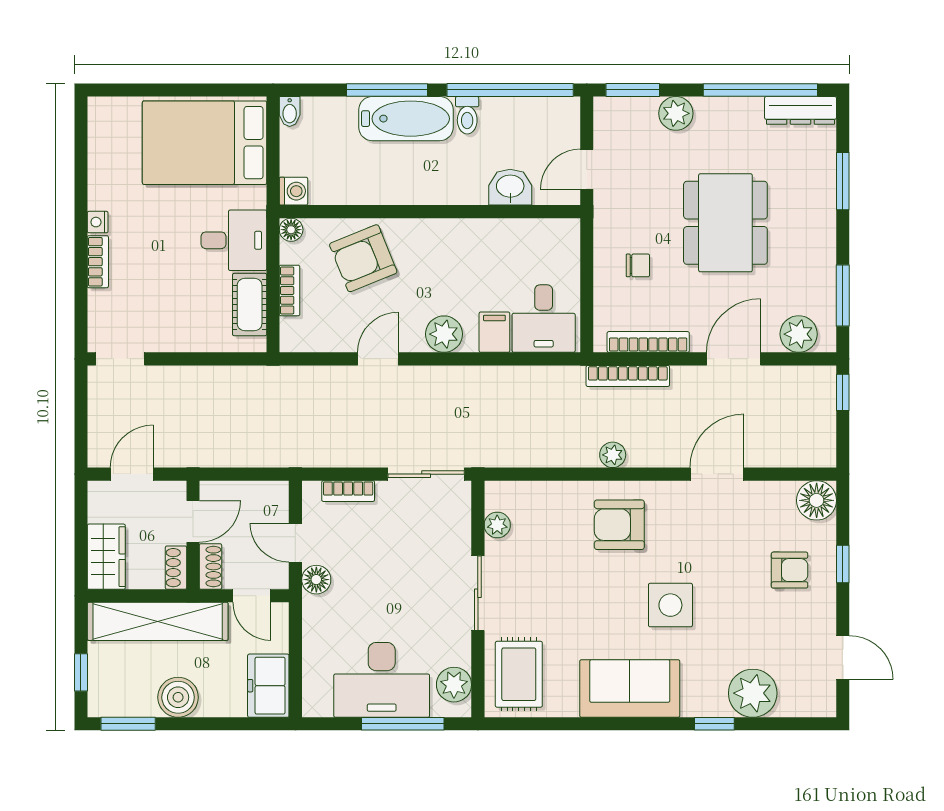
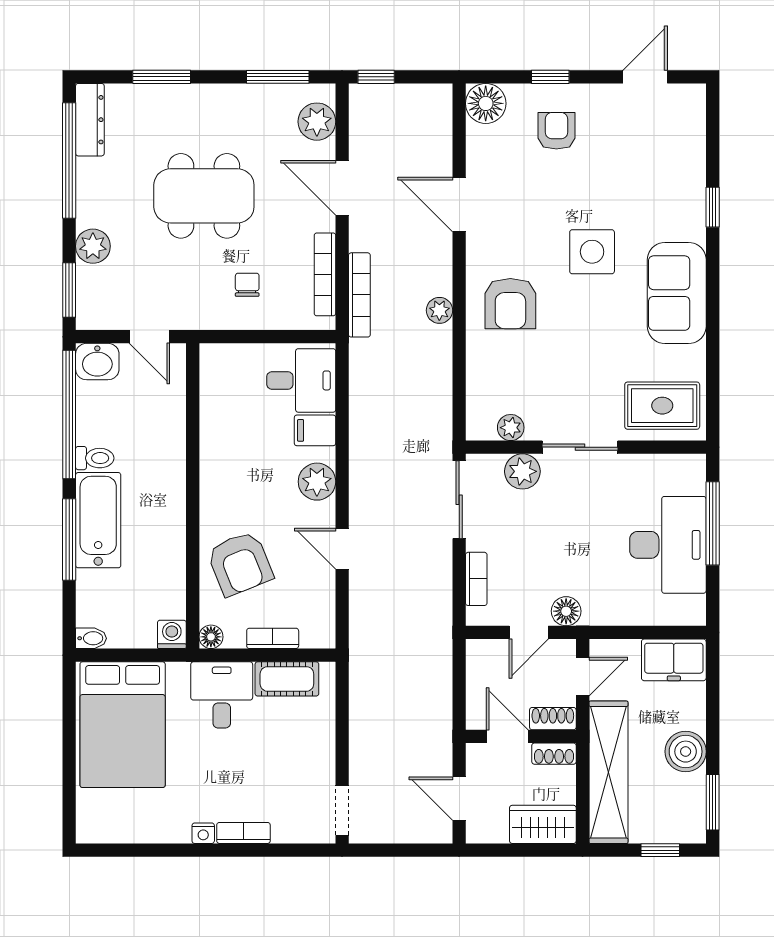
washbasin: (510, 187) -> (97, 362), moved, turned -90
plant: (454, 685) -> (522, 471), moved
plant: (753, 693) -> (681, 168), removed

